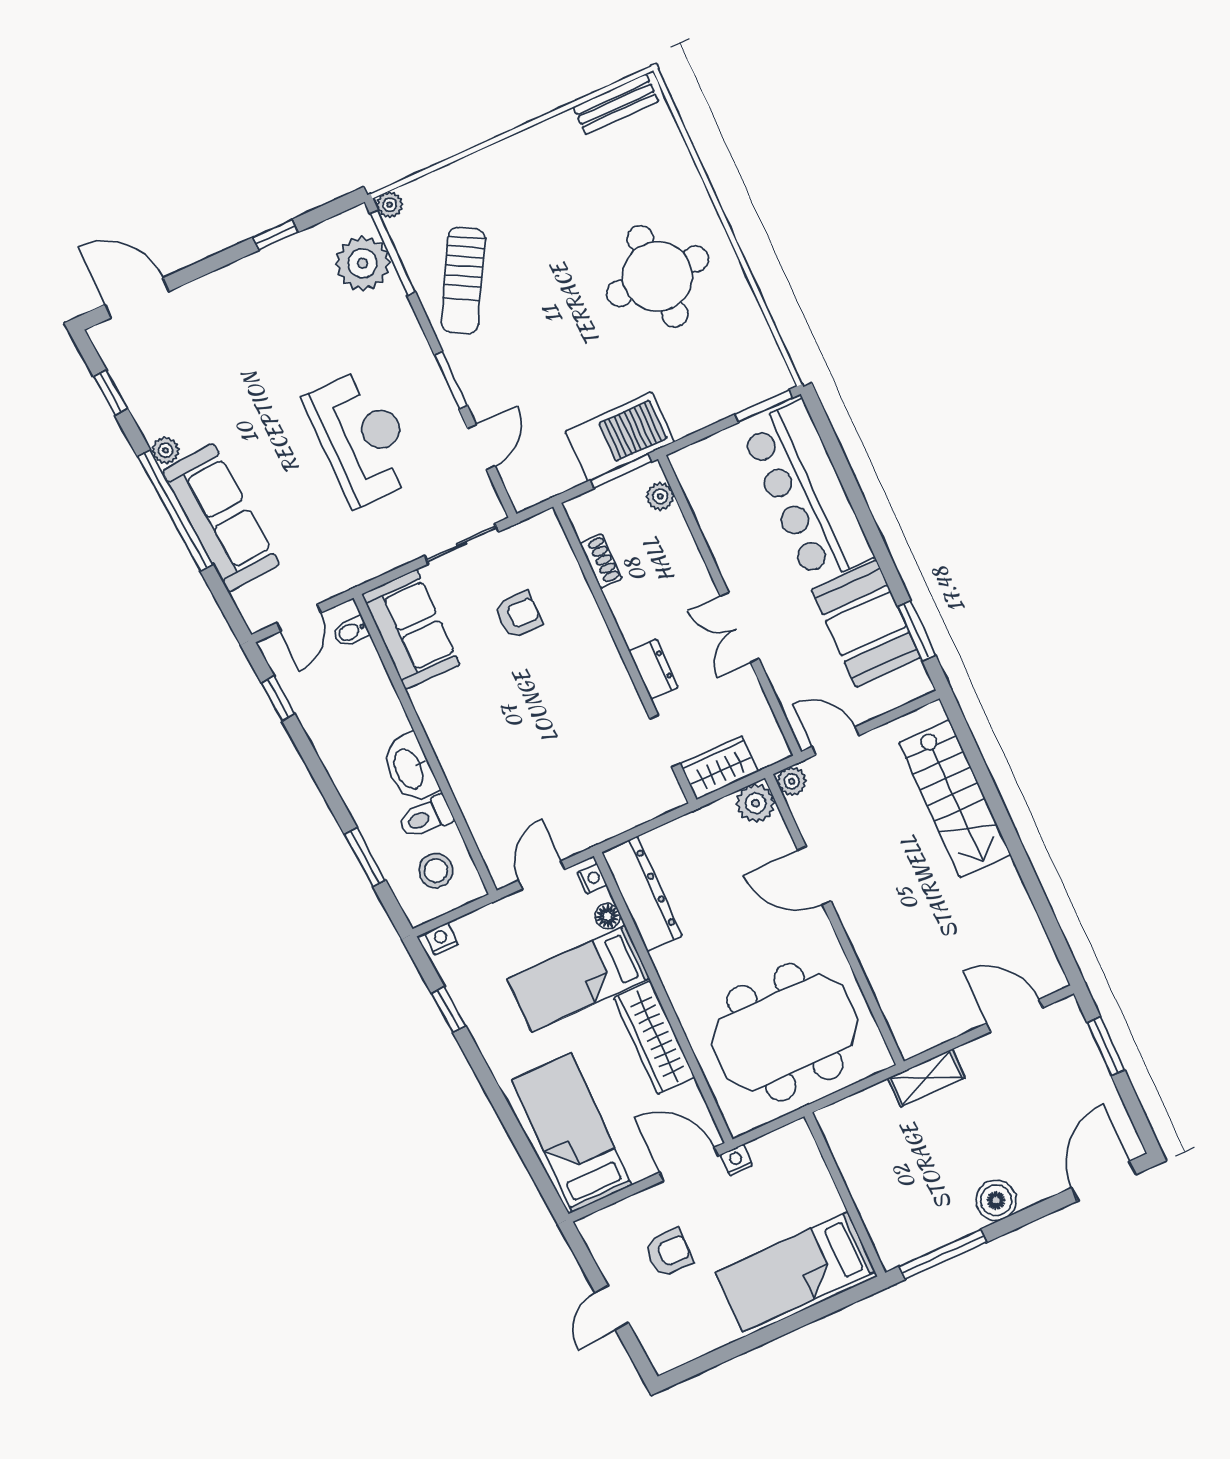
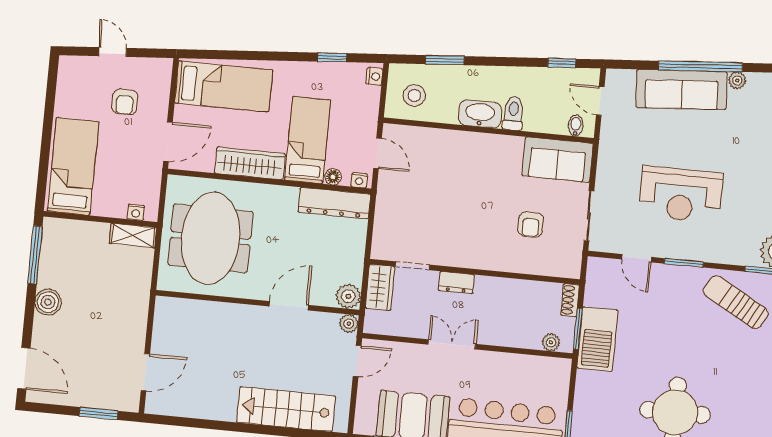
shoe rack: (601, 561) -> (570, 300), moved, turned 90
toilet: (426, 817) -> (513, 113), moved
shelving: (926, 1078) -> (133, 235), moved, turned 90
nightstand: (736, 1160) -> (136, 212), moved, turned 90

